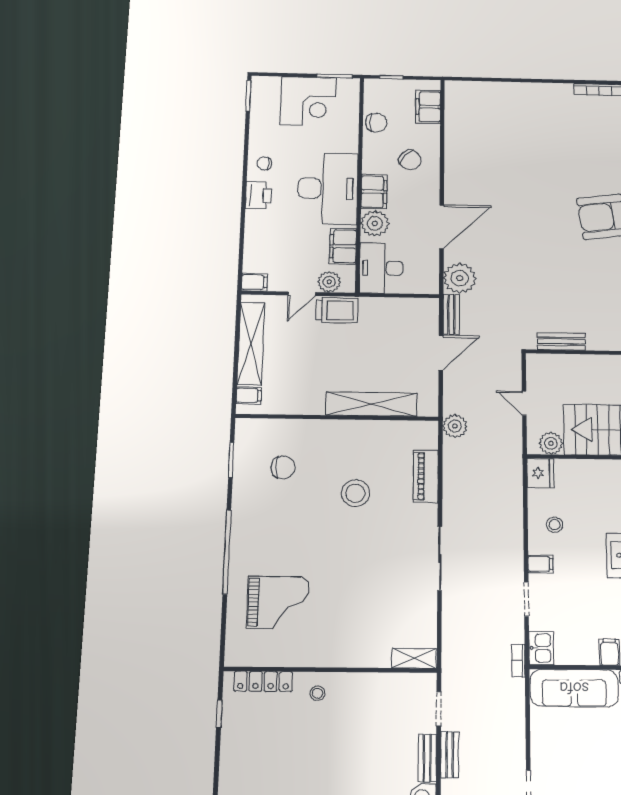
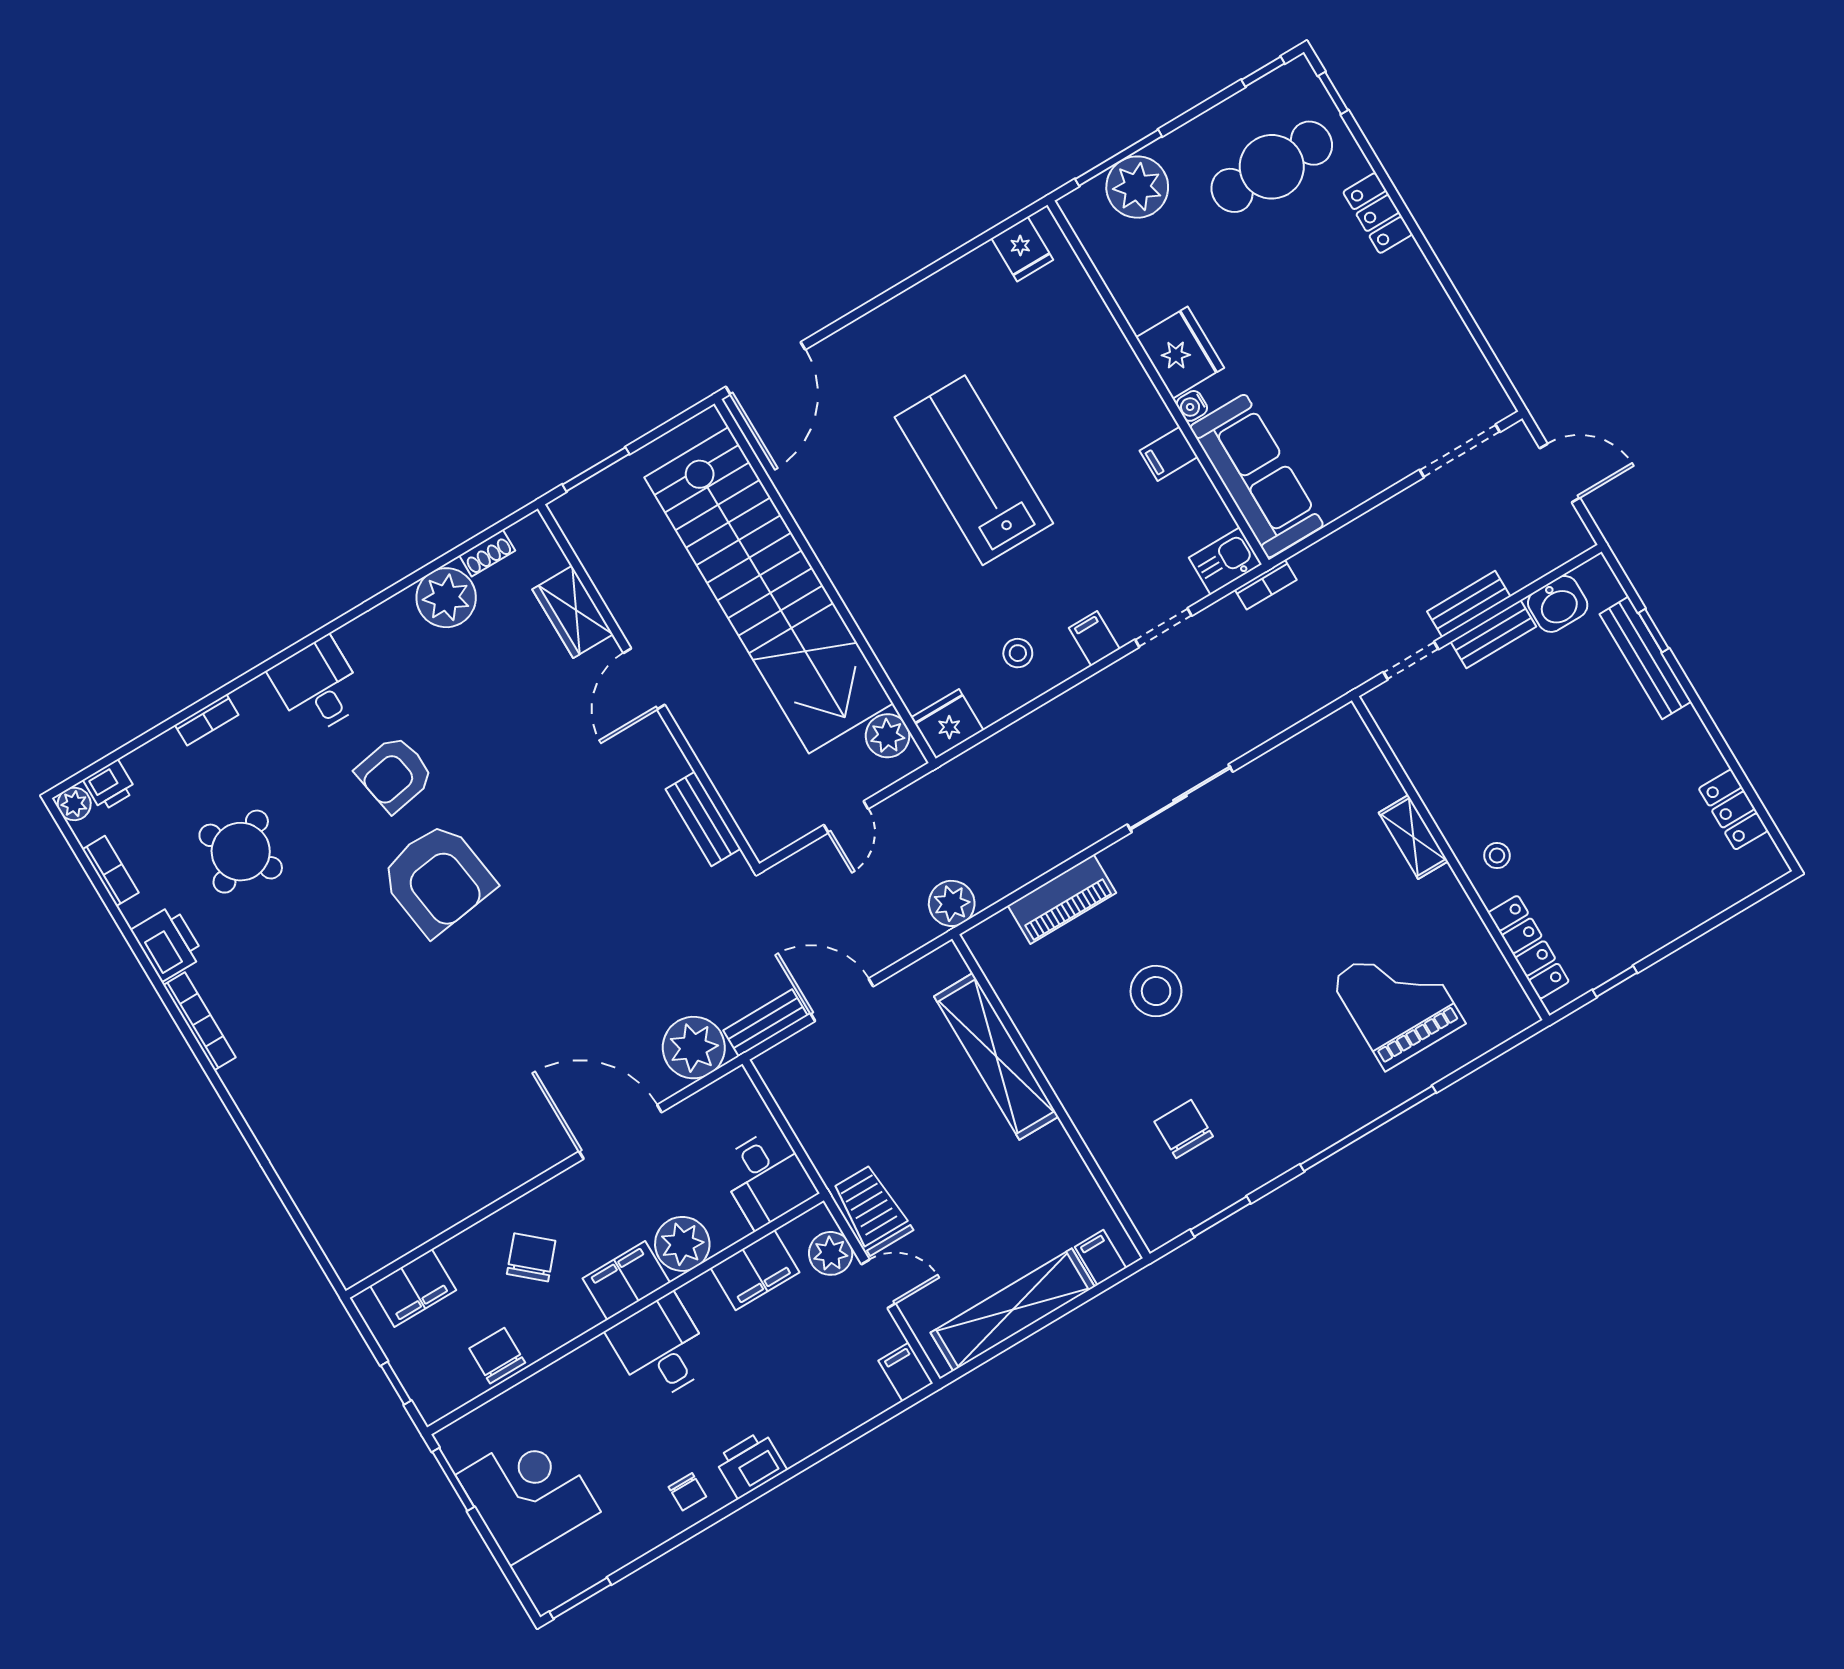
desk: (328, 188) -> (661, 1348), width x0.53, depth x0.77
desk: (381, 268) -> (767, 1178), width x0.73
shelving: (414, 658) -> (1413, 837), moved

